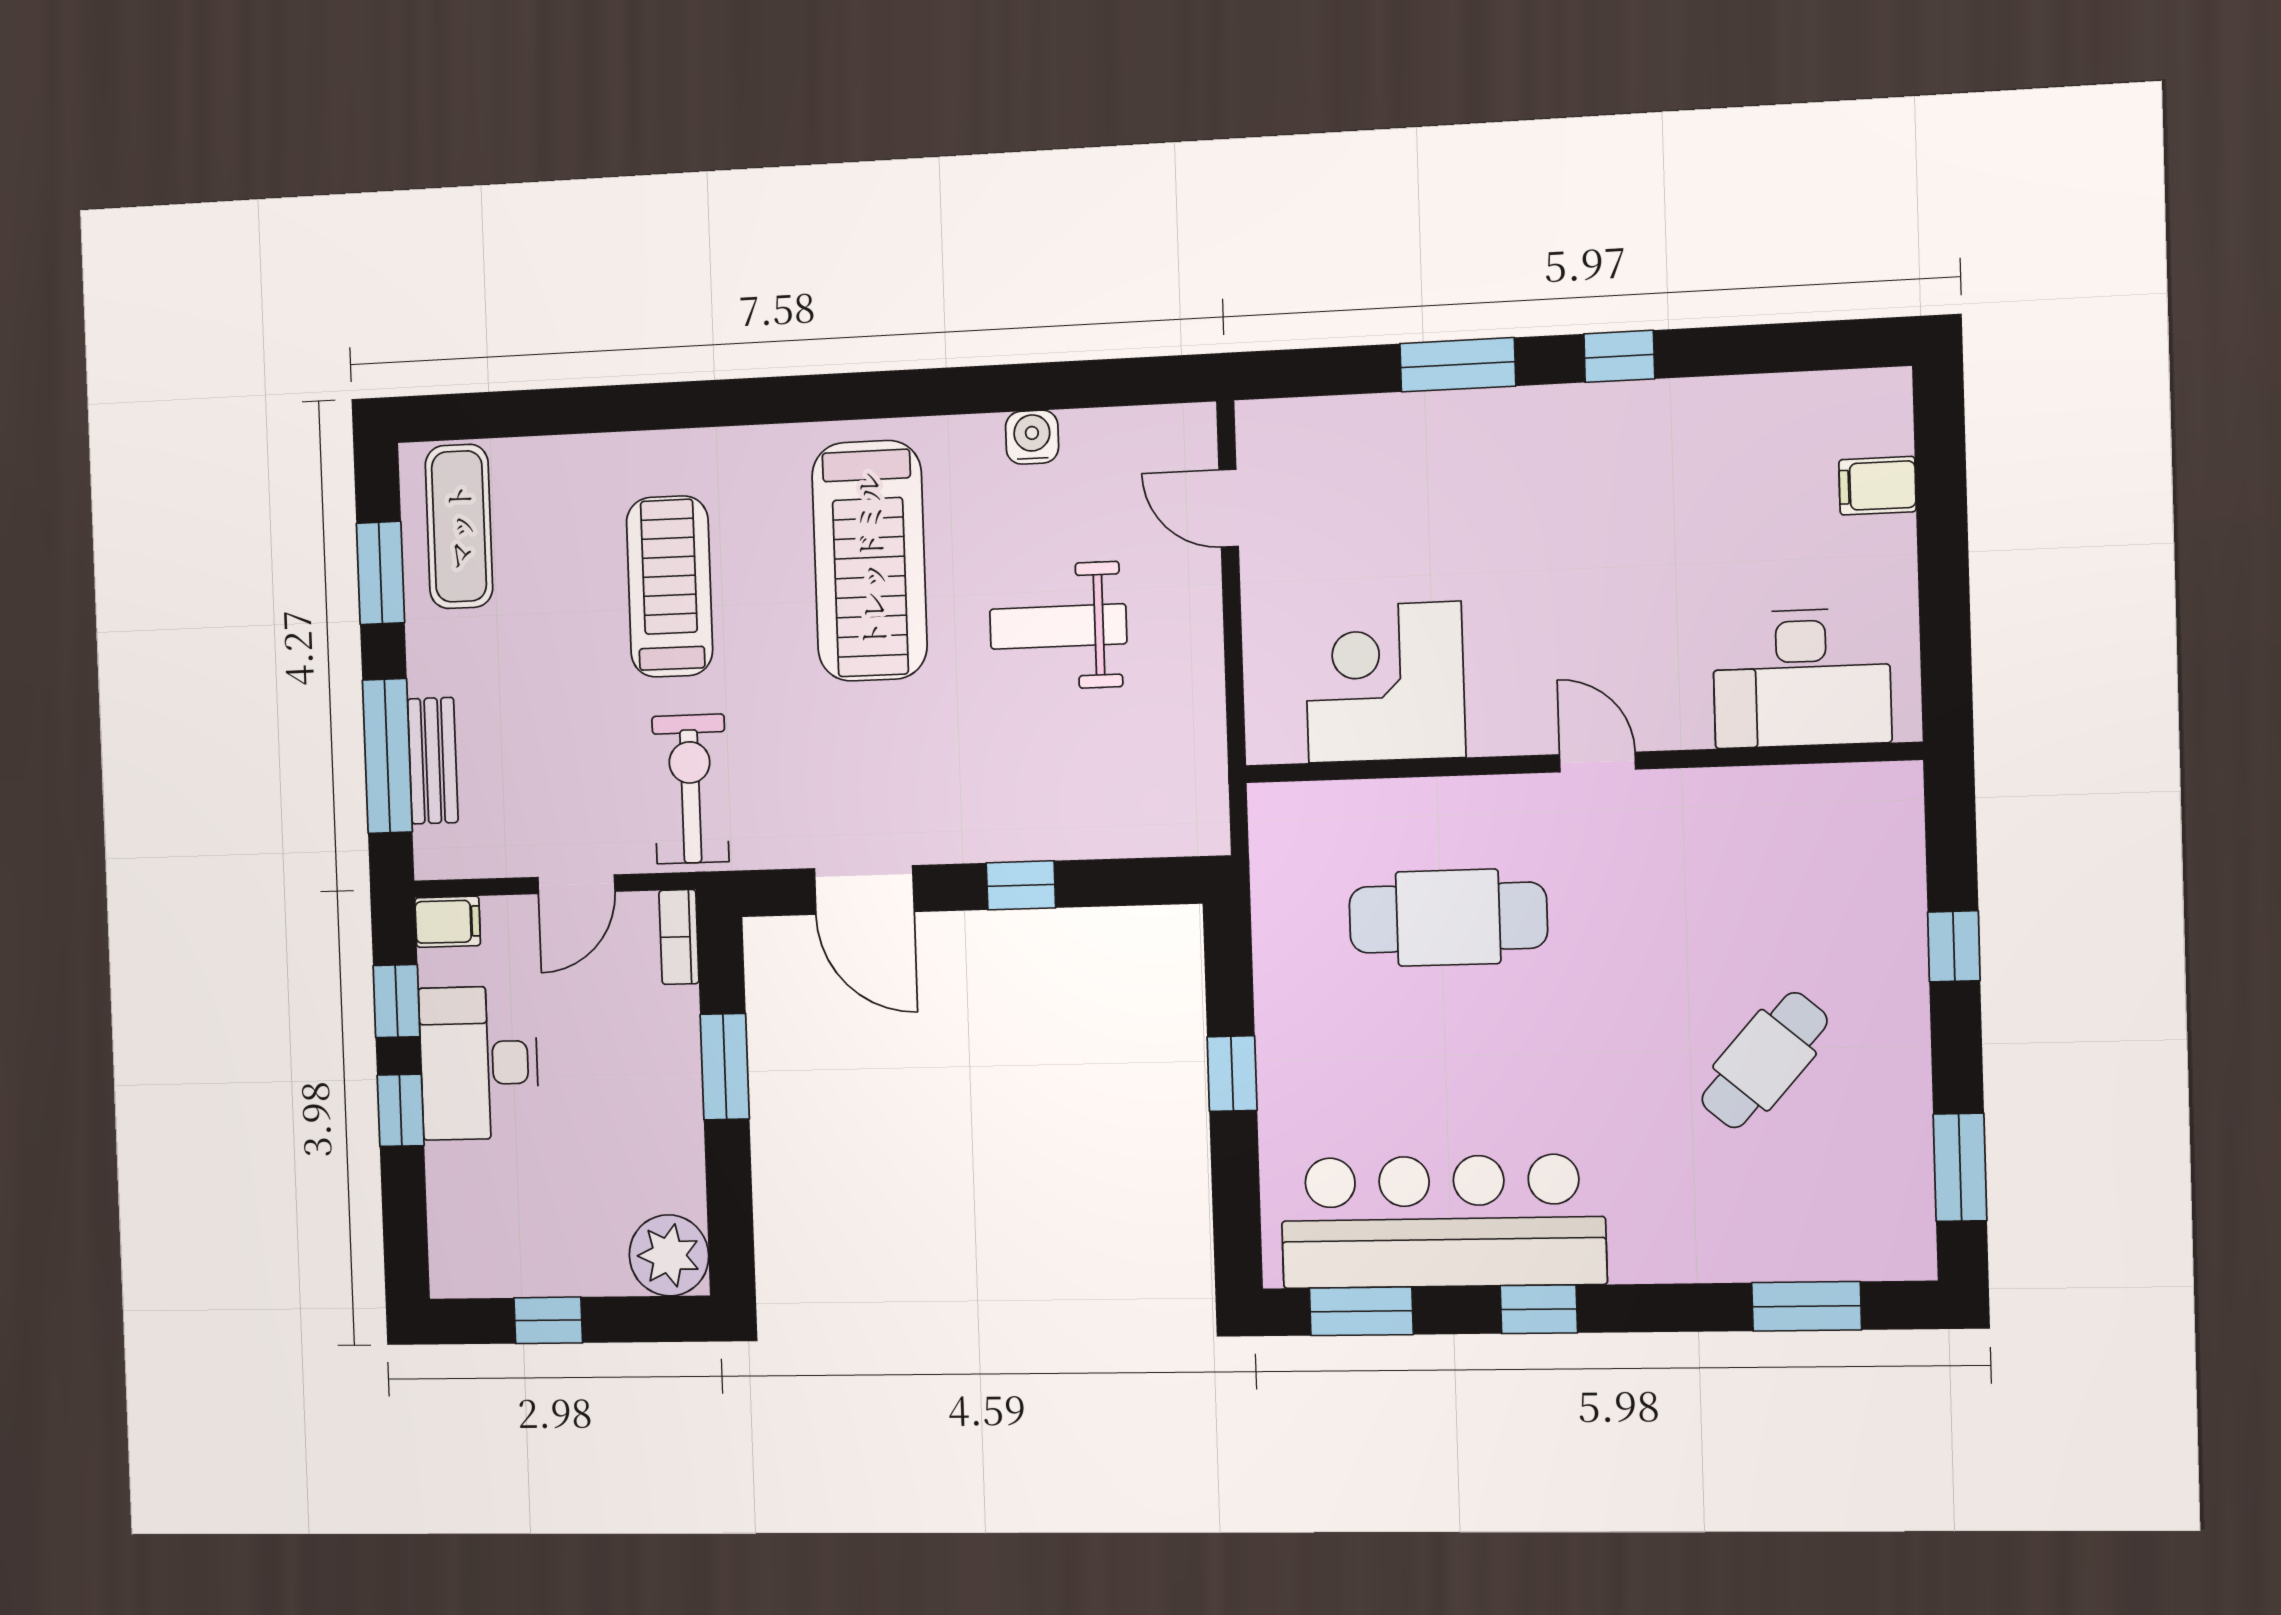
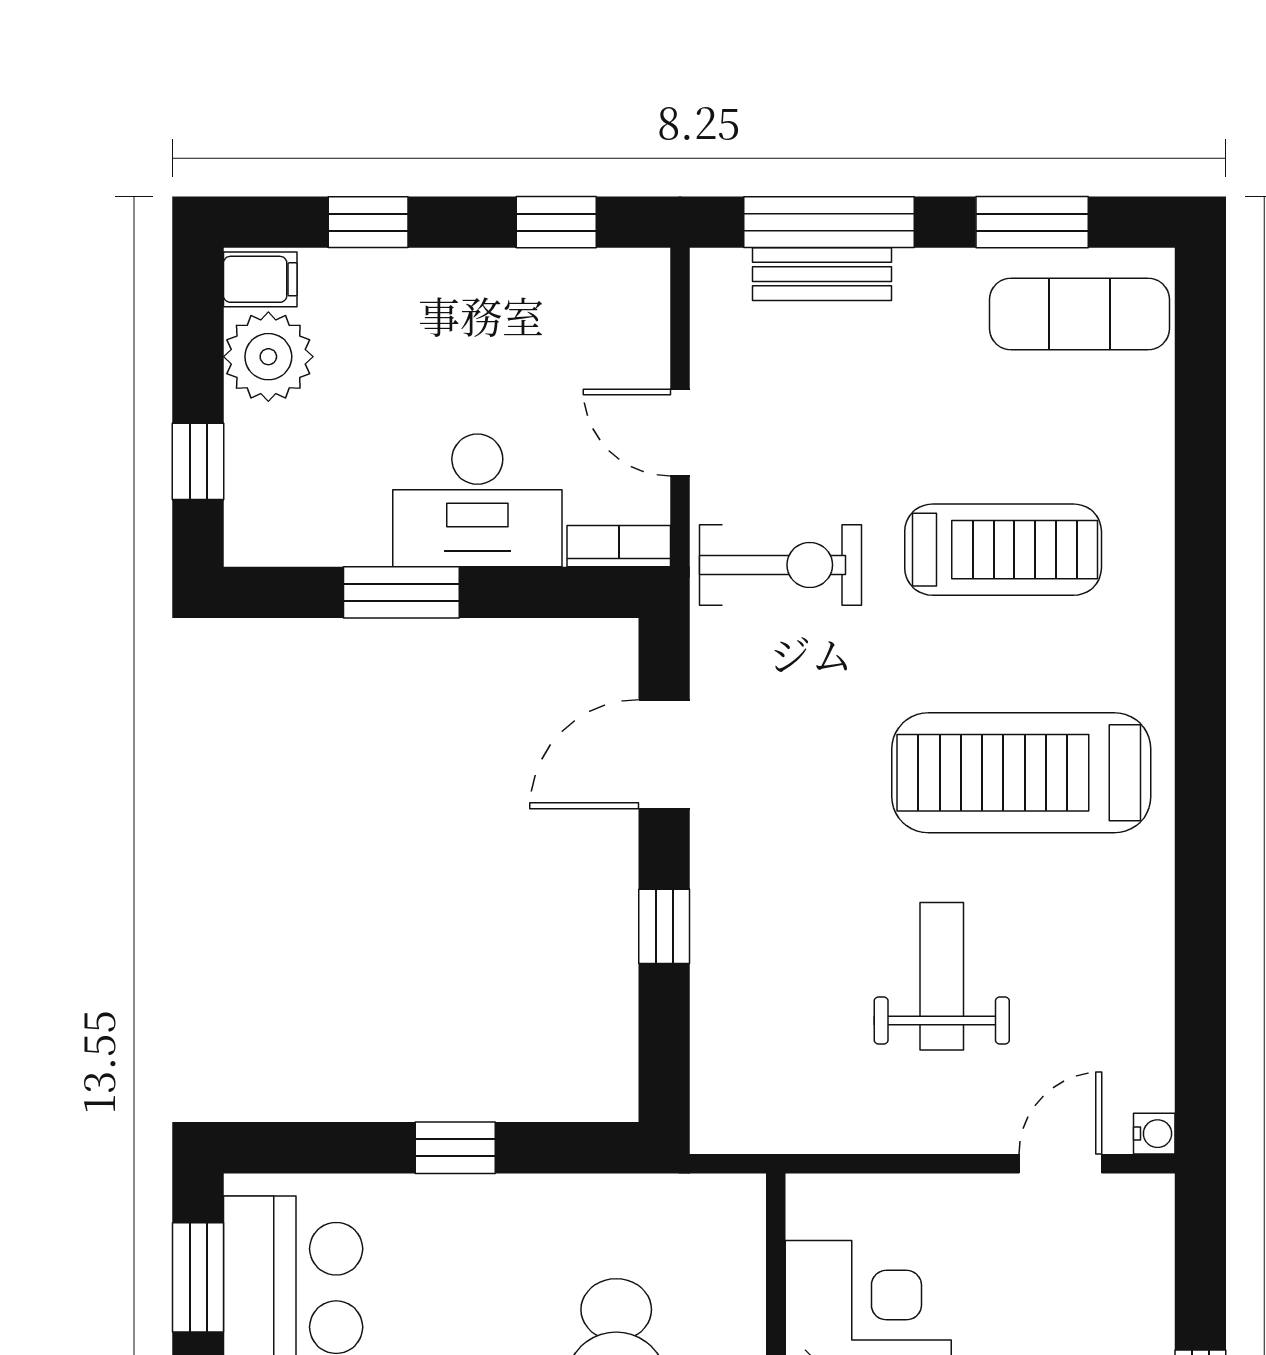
water cooler: (1032, 437) -> (1154, 1134), moved, width x0.72, depth x0.72
filing cabinet: (448, 922) -> (260, 279), moved, turned -90
desk: (479, 1063) -> (477, 500), moved, turned 180
window: (725, 1067) -> (401, 592), moved
window: (401, 1110) -> (368, 222), moved
plant: (669, 1255) -> (268, 357), moved
window: (548, 1320) -> (198, 461), moved

